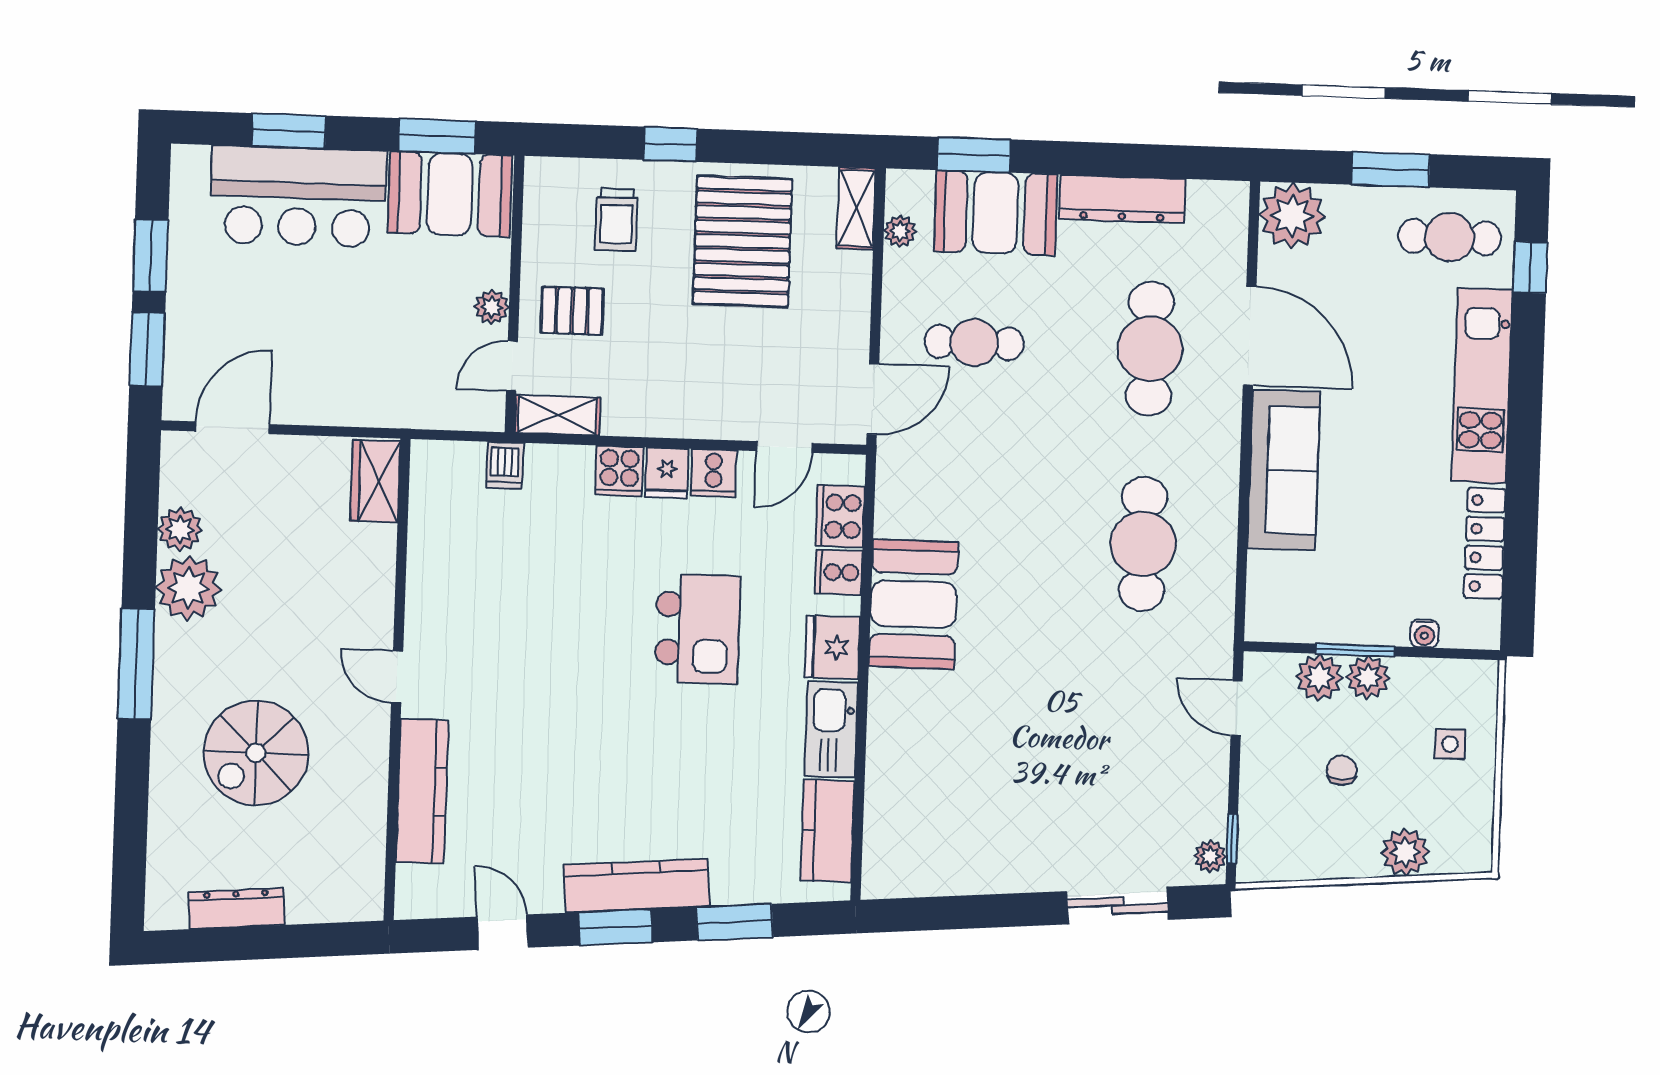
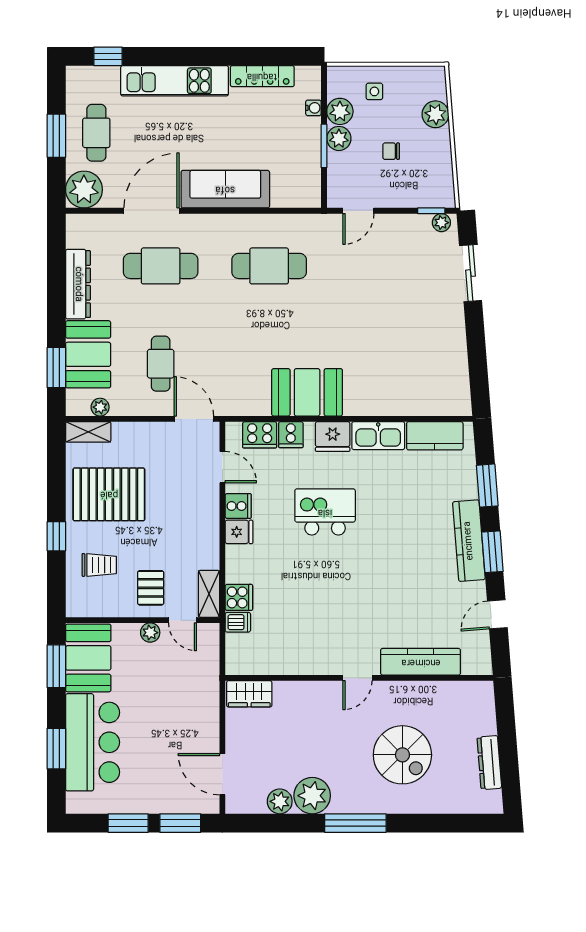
cafe table: (1450, 237) -> (96, 133), moved
cooker: (619, 471) -> (239, 597), moved
plant: (1319, 677) -> (340, 111), moved

